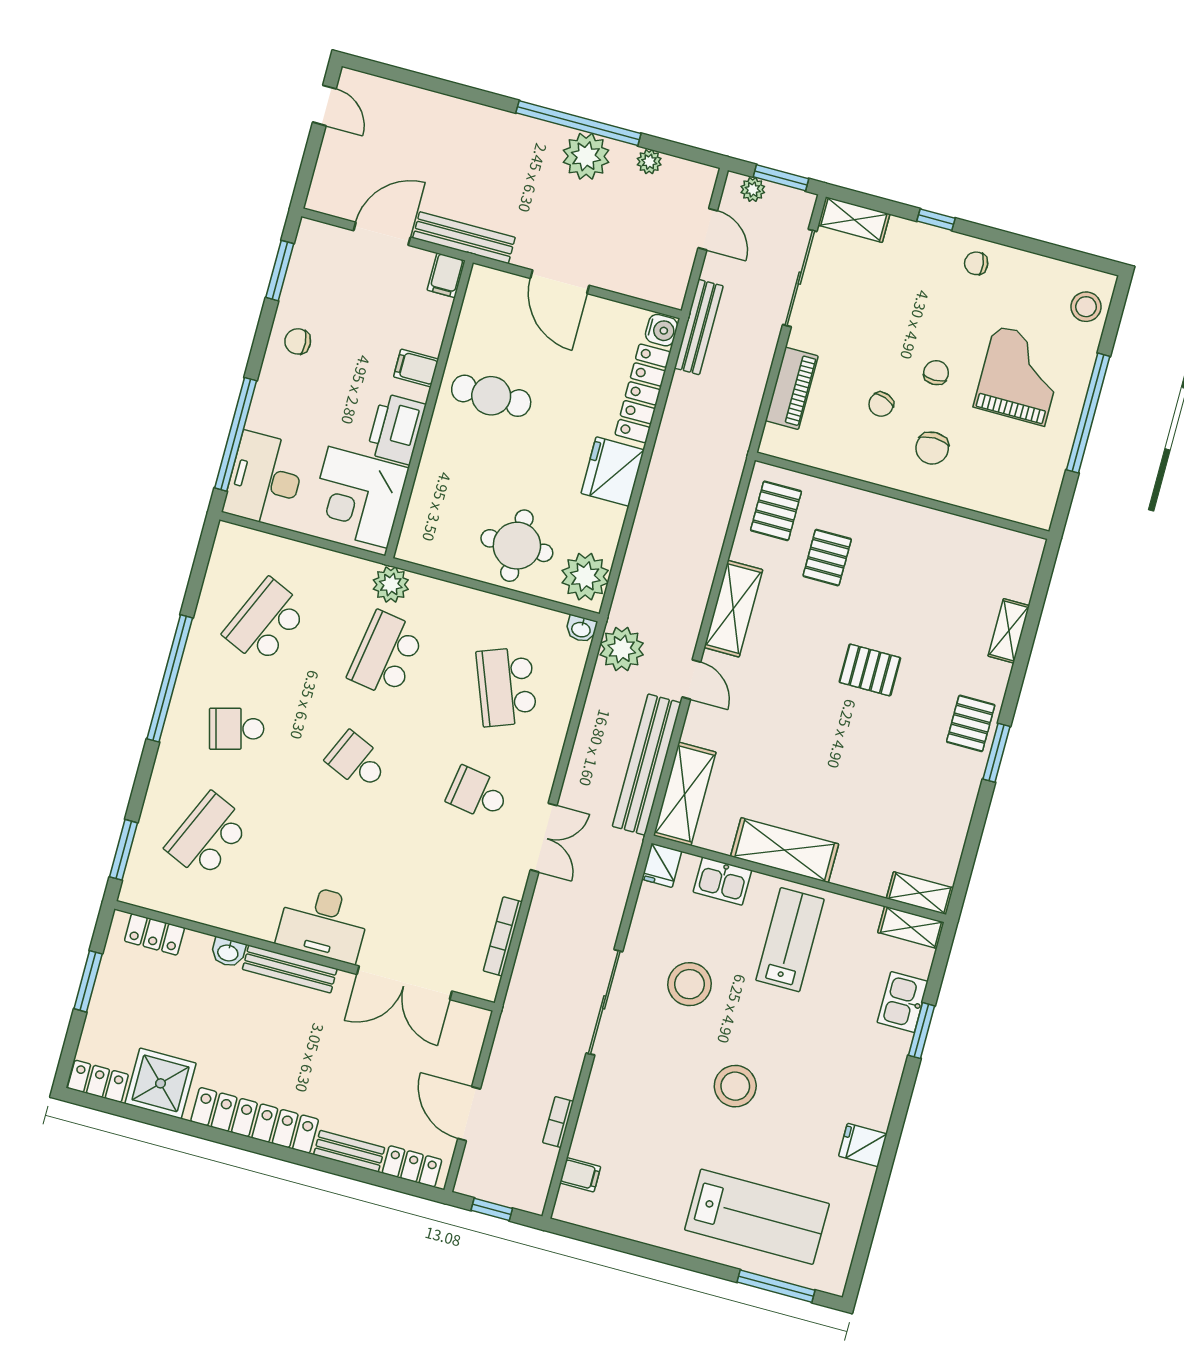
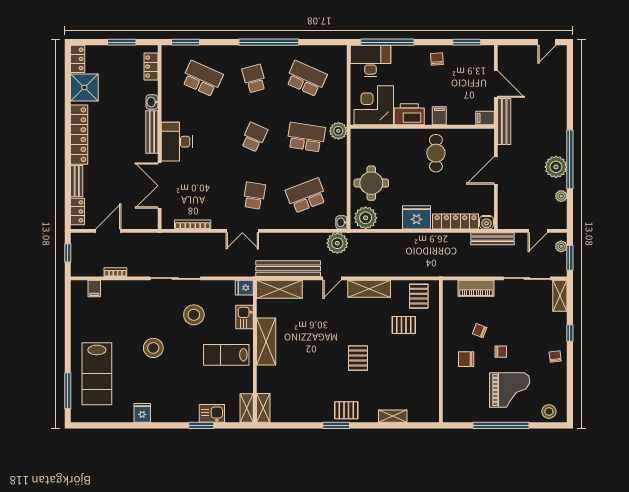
pallet: (776, 511) -> (419, 296), turned 90
lab bench: (790, 940) -> (226, 355), turned 180

